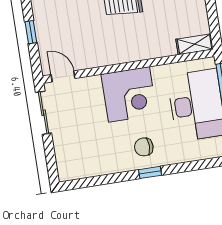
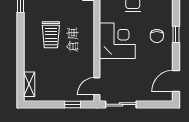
window: (31, 32) -> (73, 104), moved
door: (87, 182) -> (176, 81), added

